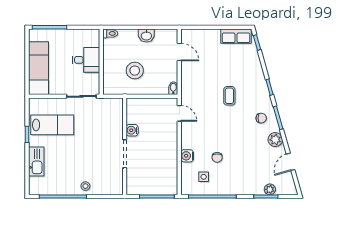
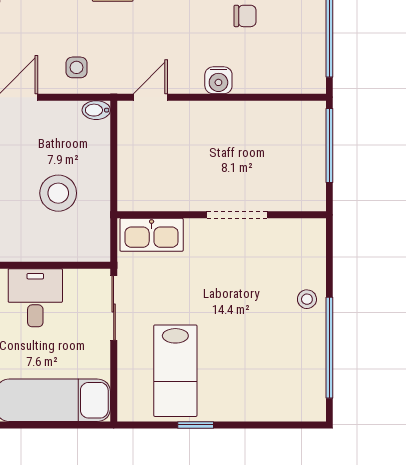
lab bench: (52, 125) -> (175, 371), turned 180
water cooler: (132, 130) -> (187, 199), removed
water cooler: (187, 156) -> (218, 80), moved
kitchen sink: (36, 162) -> (152, 235), moved, turned 180
side table: (204, 177) -> (77, 67), moved

